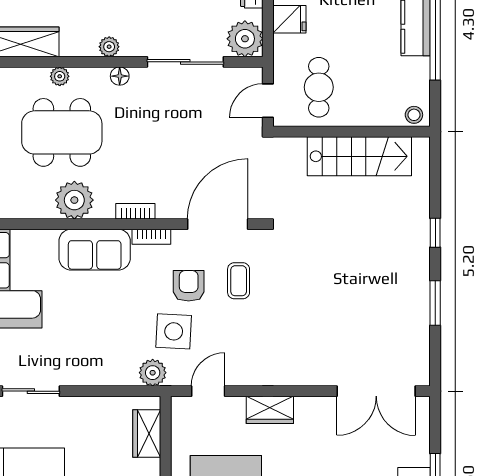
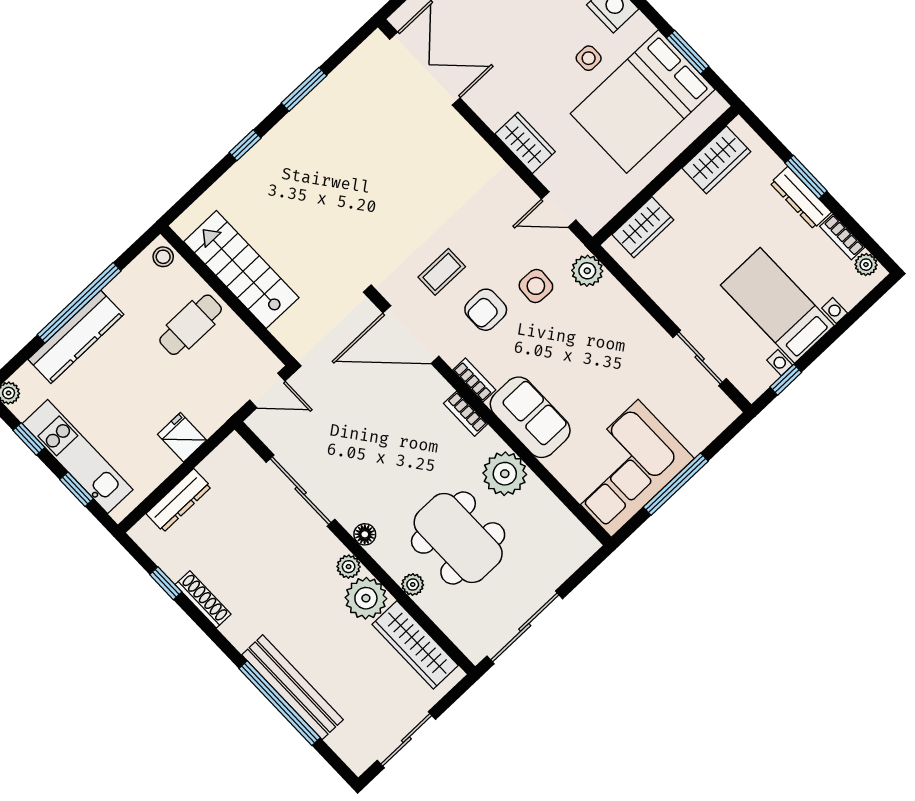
plant: (245, 39) -> (366, 598), moved
cafe table: (319, 87) -> (191, 325), moved
side table: (174, 331) -> (536, 286), width x0.73, depth x0.73

